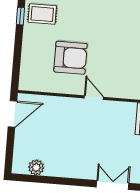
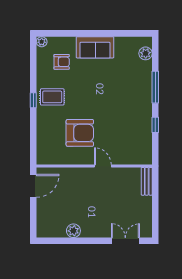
plant: (36, 167) -> (73, 231), moved

